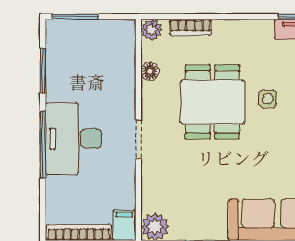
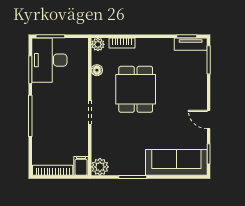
side table: (268, 99) -> (170, 87), removed
desk: (73, 139) -> (49, 60), moved

